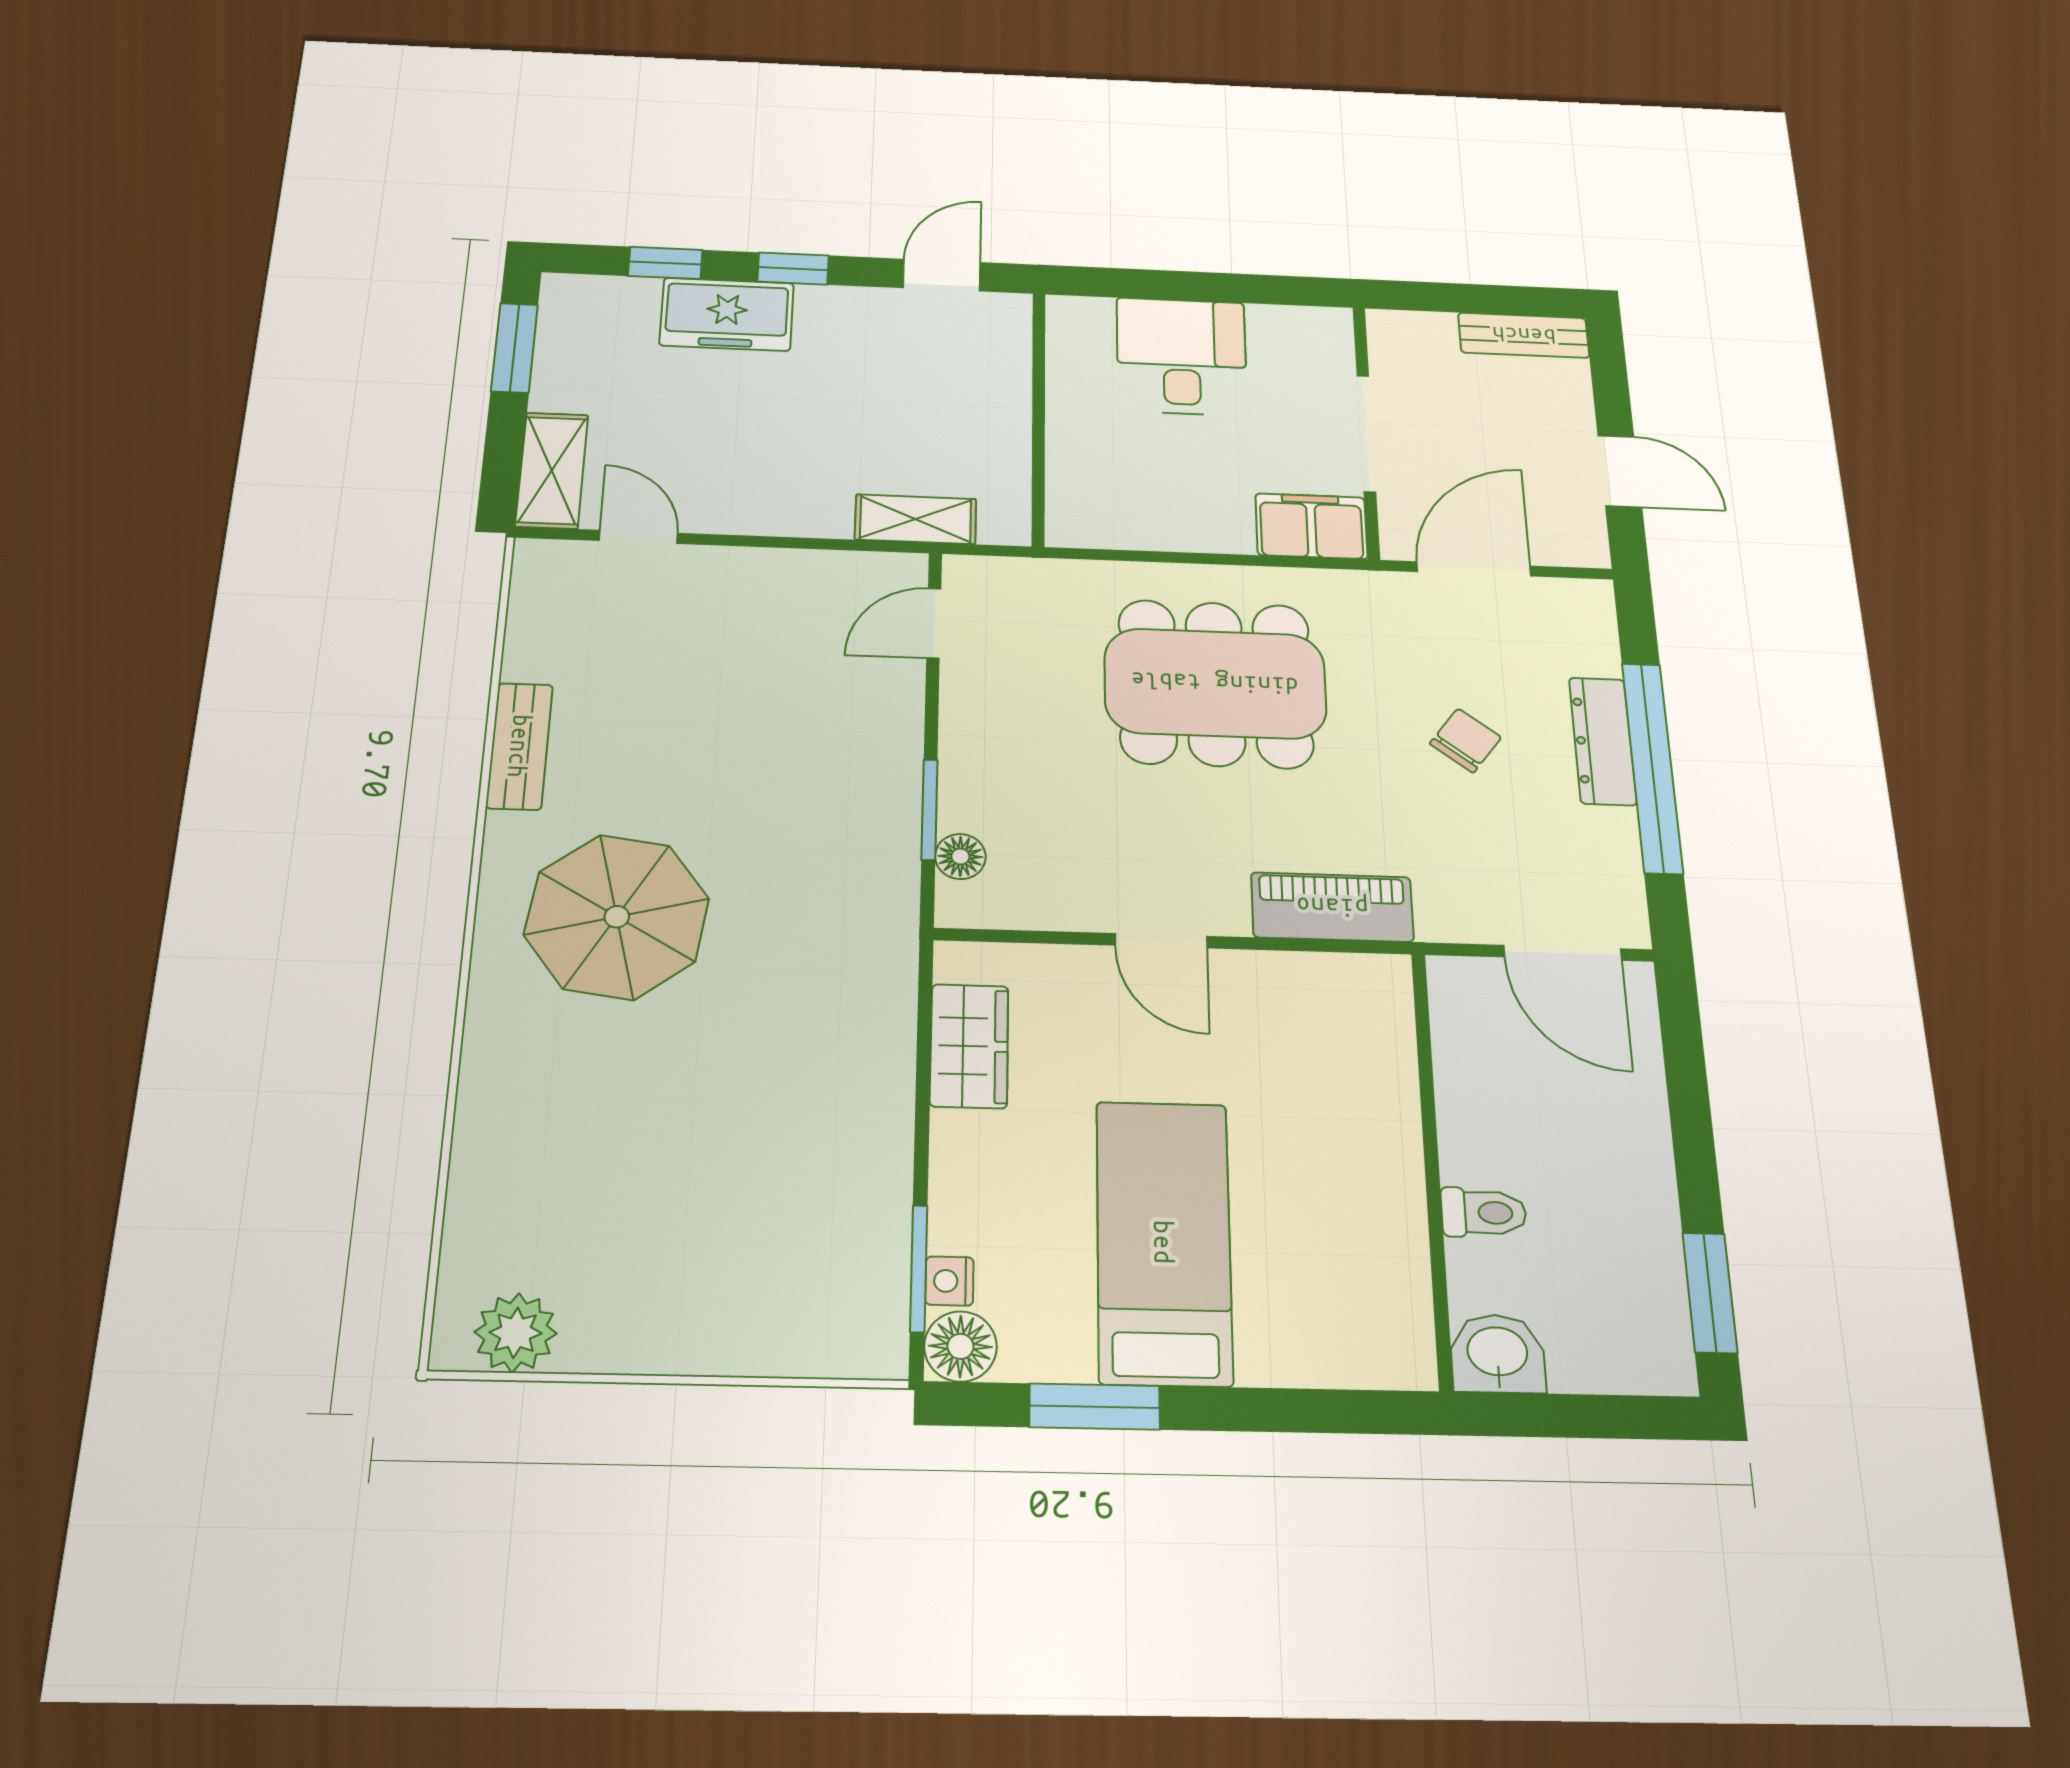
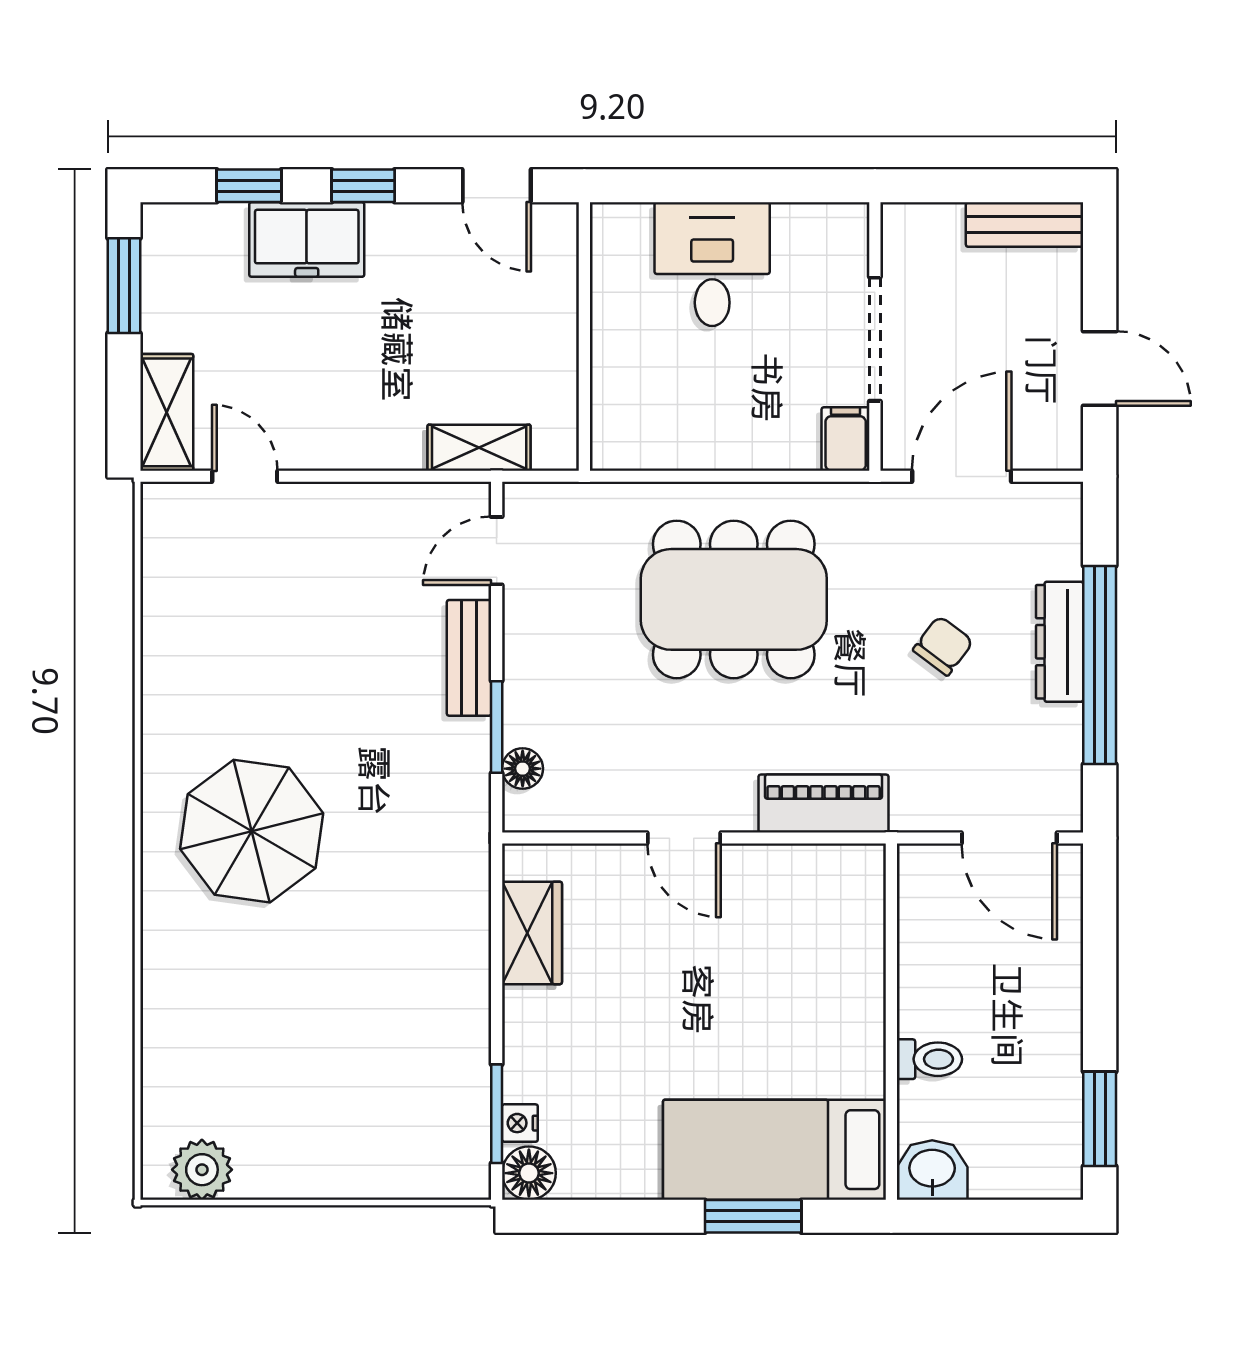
door: (942, 275) -> (497, 186), swing flipped
filing cabinet: (1311, 526) -> (846, 439), width x0.50
bench: (520, 746) -> (469, 658), moved
bed: (1164, 1242) -> (774, 1150), moved, turned -90
window: (1095, 1407) -> (753, 1216), moved

